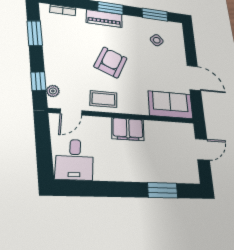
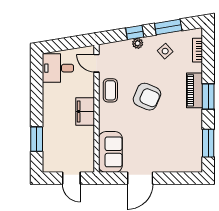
side table: (157, 40) -> (165, 51), moved
window: (38, 81) -> (135, 32), moved
plant: (53, 91) -> (138, 43), moved

